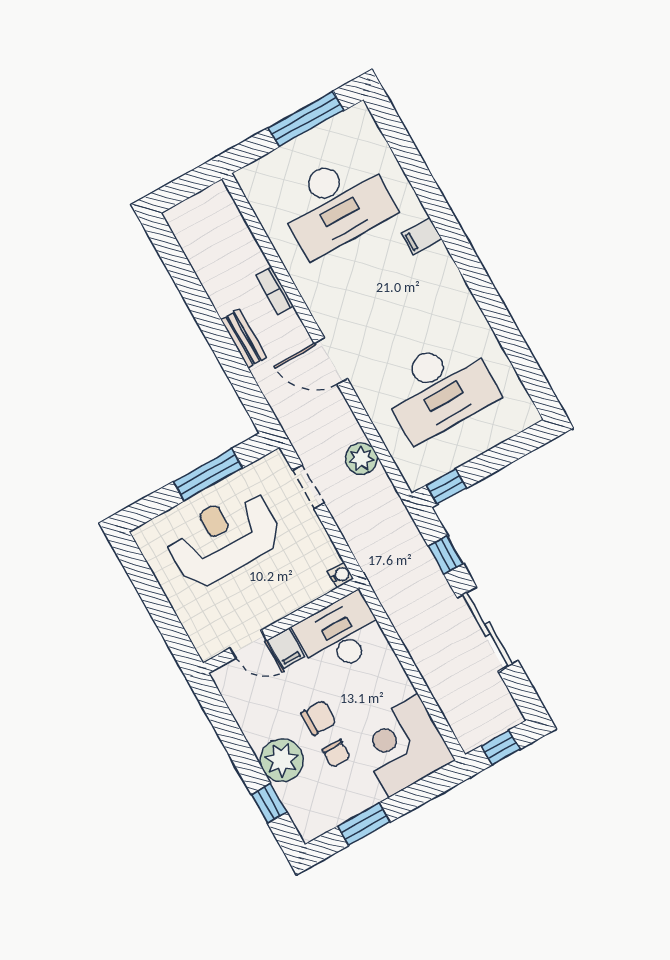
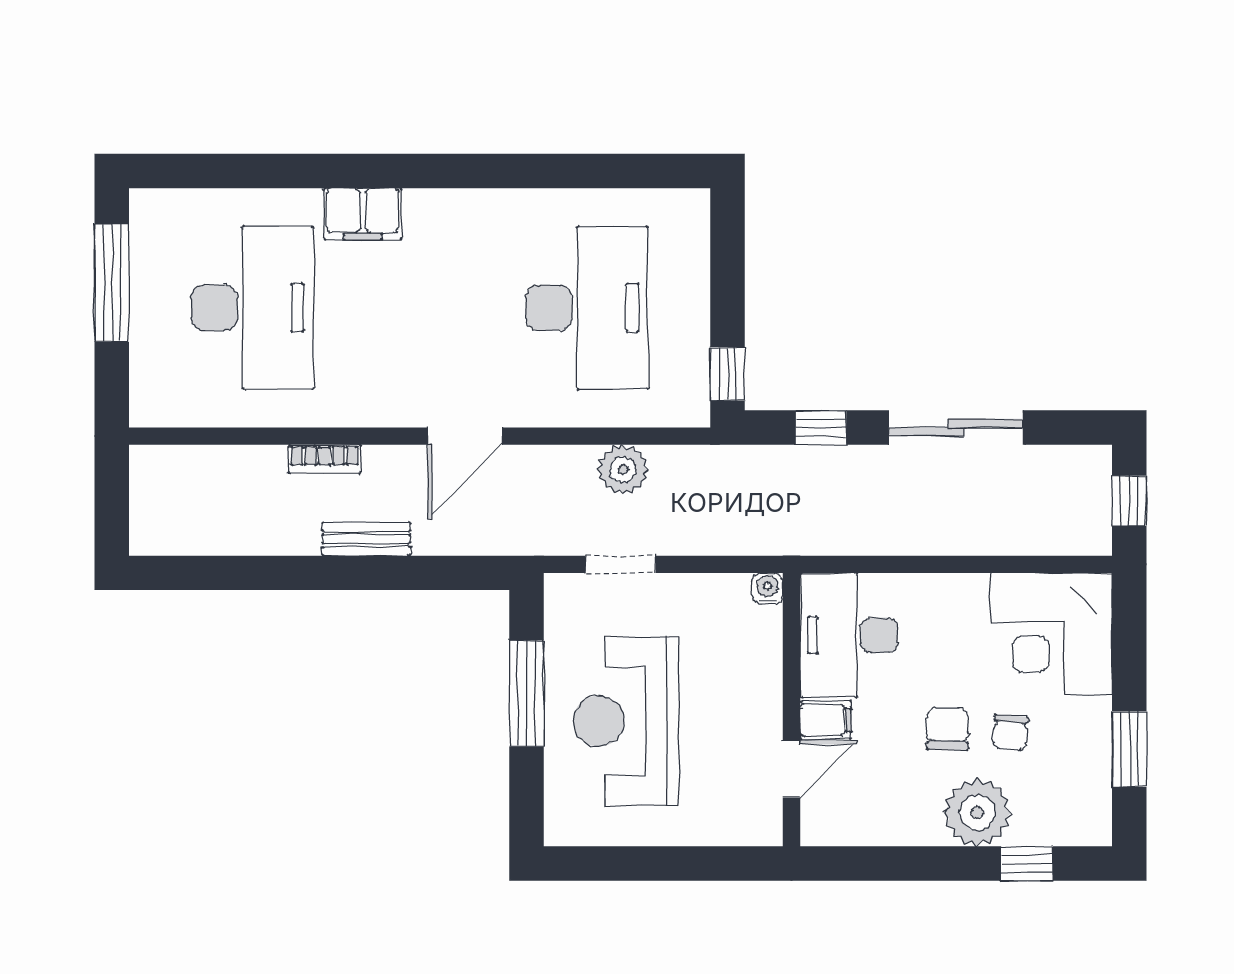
filing cabinet: (422, 236) -> (363, 214), width x2.00
chair: (336, 753) -> (1010, 732), turned 94

